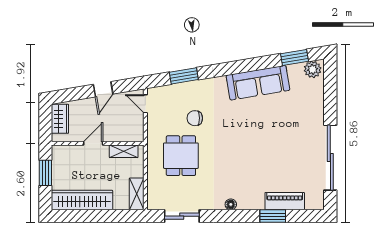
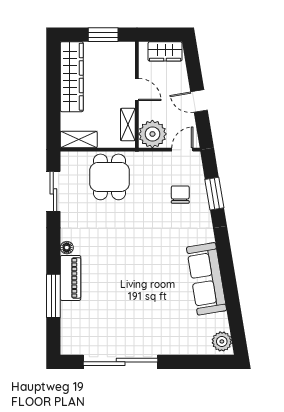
window: (294, 57) -> (235, 321), removed
chair: (195, 118) -> (180, 195), moved
plant: (132, 130) -> (152, 134), added
dining table: (181, 156) -> (109, 177), moved, turned 90
piano: (285, 201) -> (70, 278), moved
window: (273, 216) -> (53, 296), width x1.44

